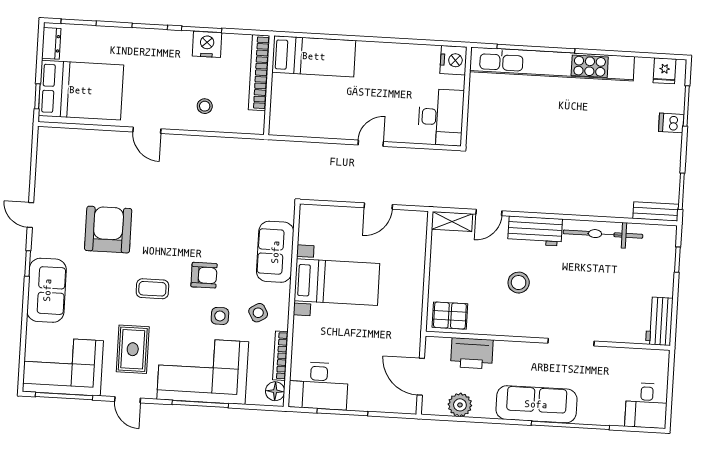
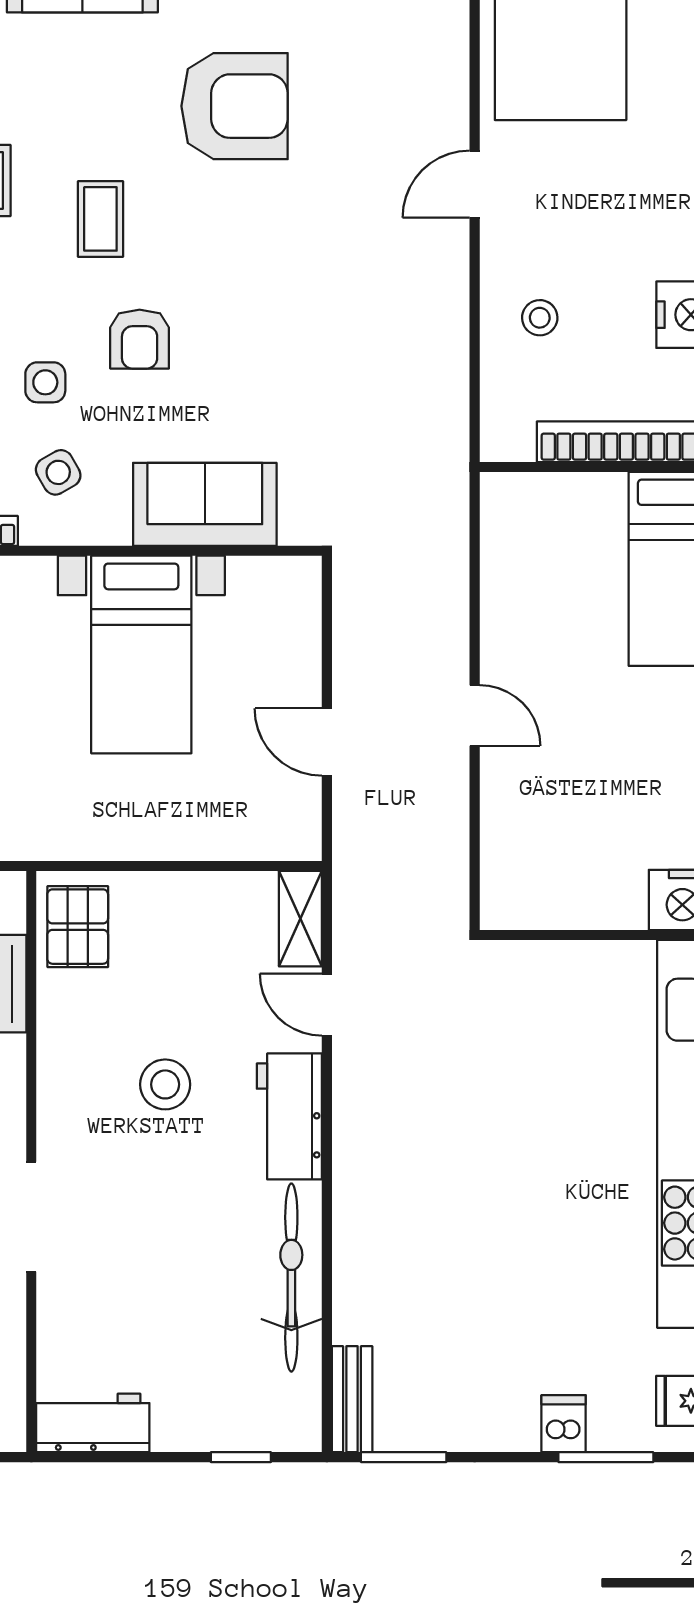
desk: (441, 117) -> (546, 878), removed

